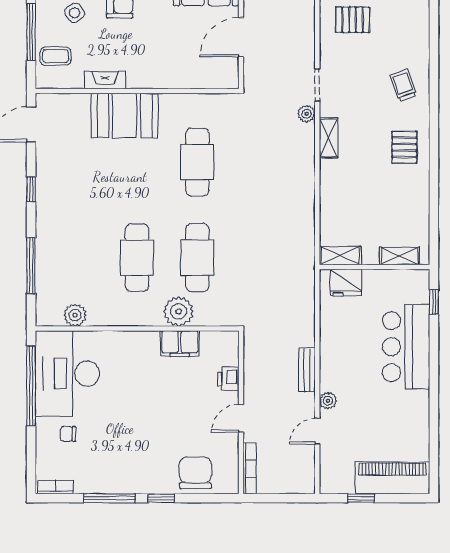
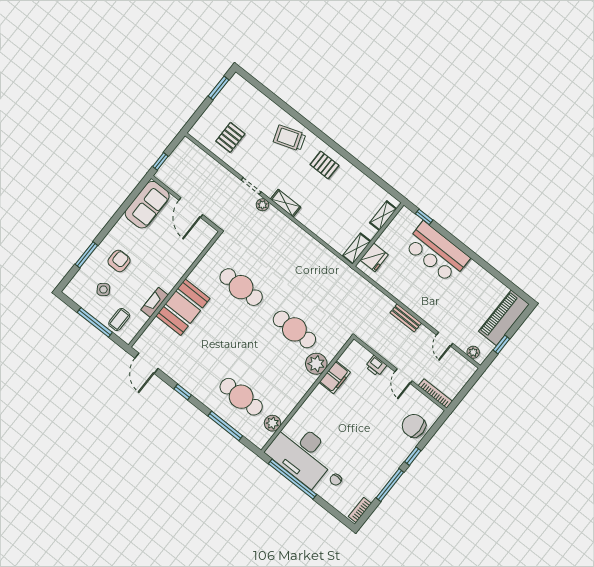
trolley: (403, 85) -> (290, 138), width x1.36, depth x1.39
cafe table: (137, 258) -> (241, 397), moved
plant: (328, 401) -> (473, 352), moved

